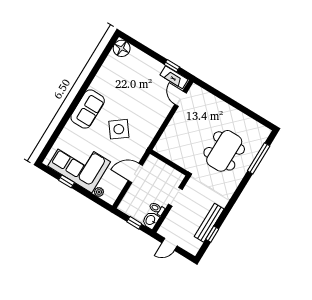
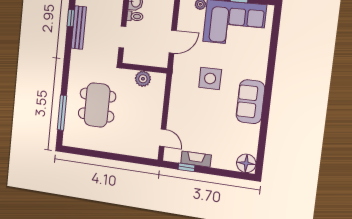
fireplace: (174, 77) -> (196, 159), moved
sofa: (88, 109) -> (250, 102), moved
side table: (119, 129) -> (210, 78), turned 37
plant: (174, 154) -> (143, 79), added

